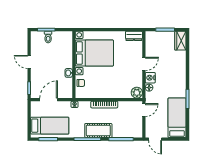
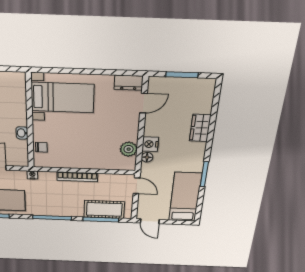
wardrobe: (180, 41) -> (200, 128), moved
bed with nightstands: (94, 53) -> (63, 98), width x0.73
door: (144, 64) -> (143, 103), moved
plant: (137, 93) -> (129, 149), moved
door: (144, 110) -> (137, 186), hinge flipped
cot: (98, 130) -> (104, 209), moved

